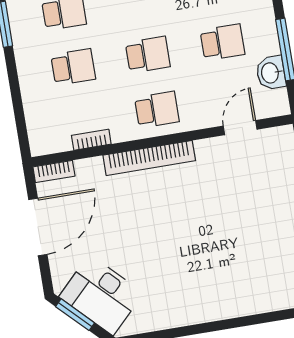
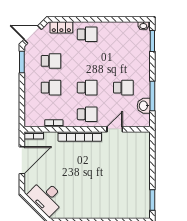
door: (240, 128) -> (115, 129), moved
window: (75, 315) -> (33, 205), removed

